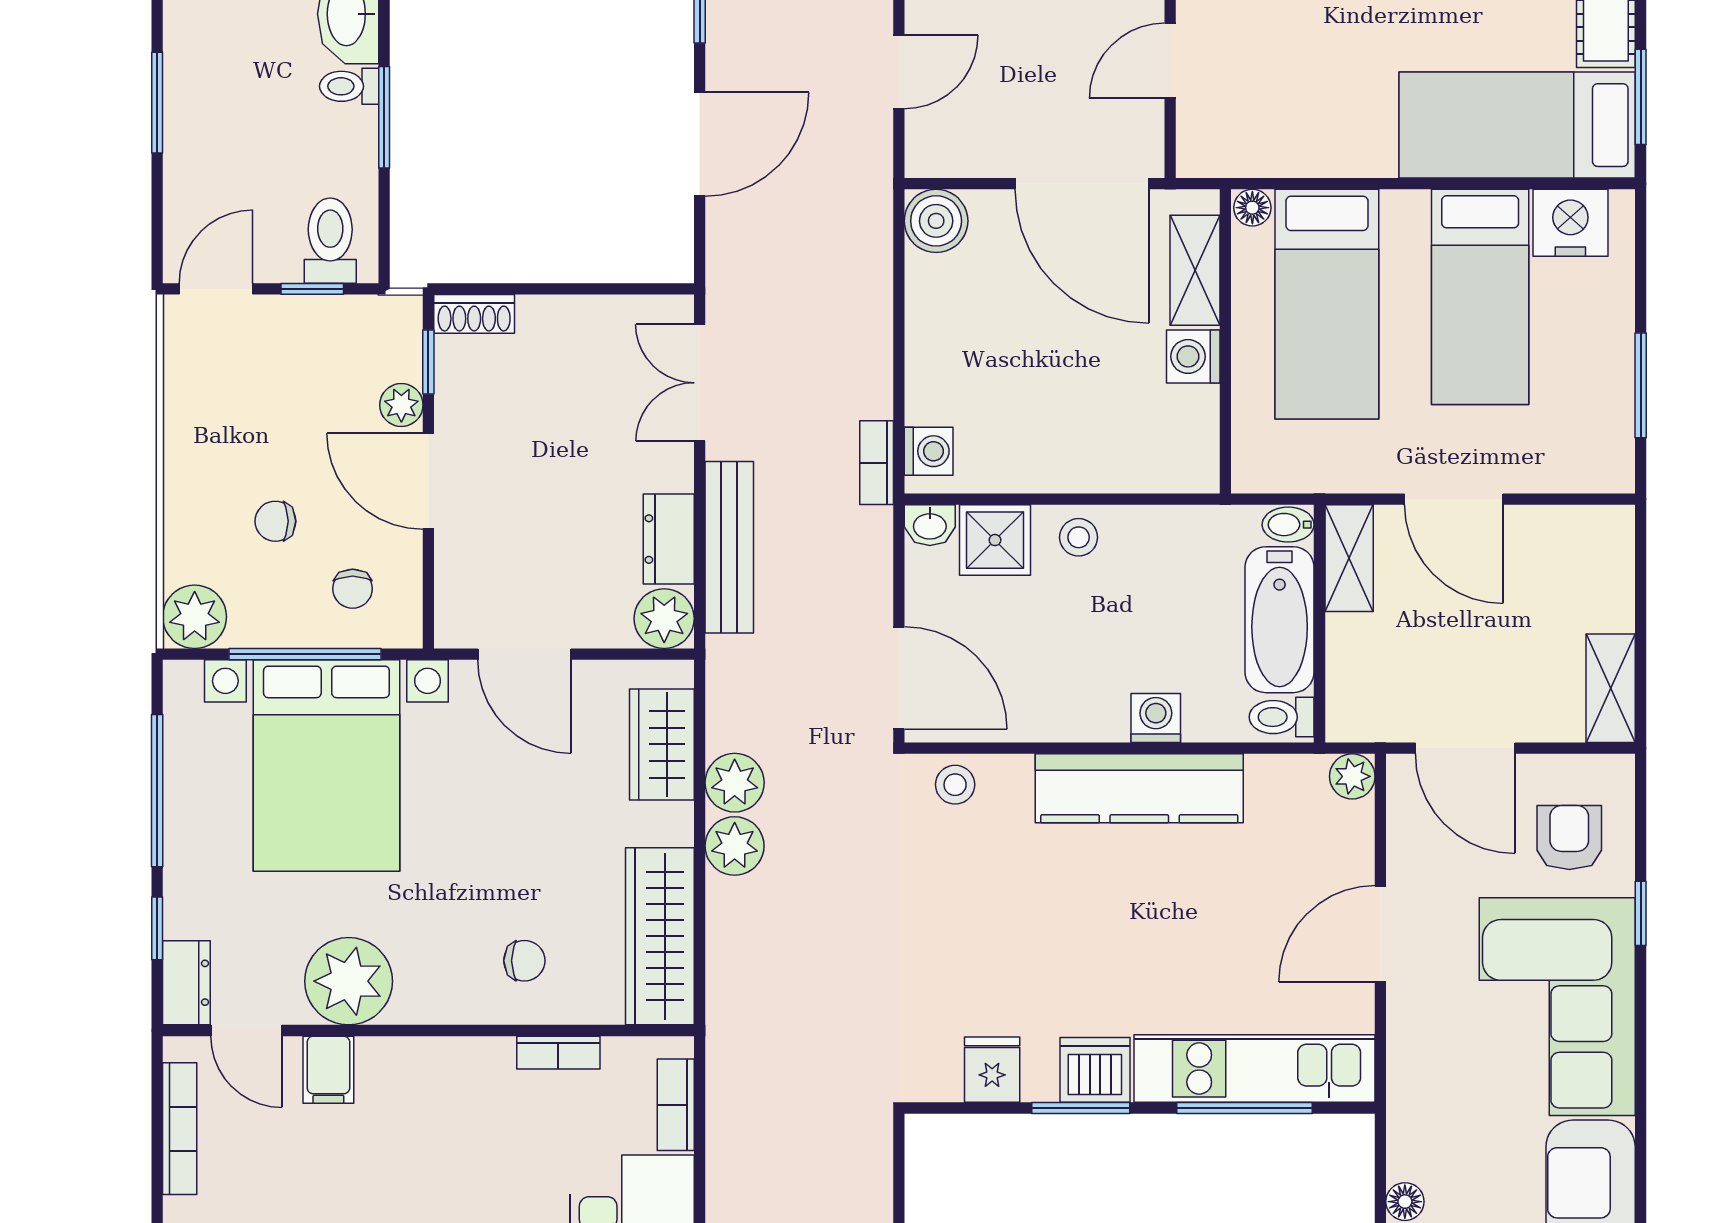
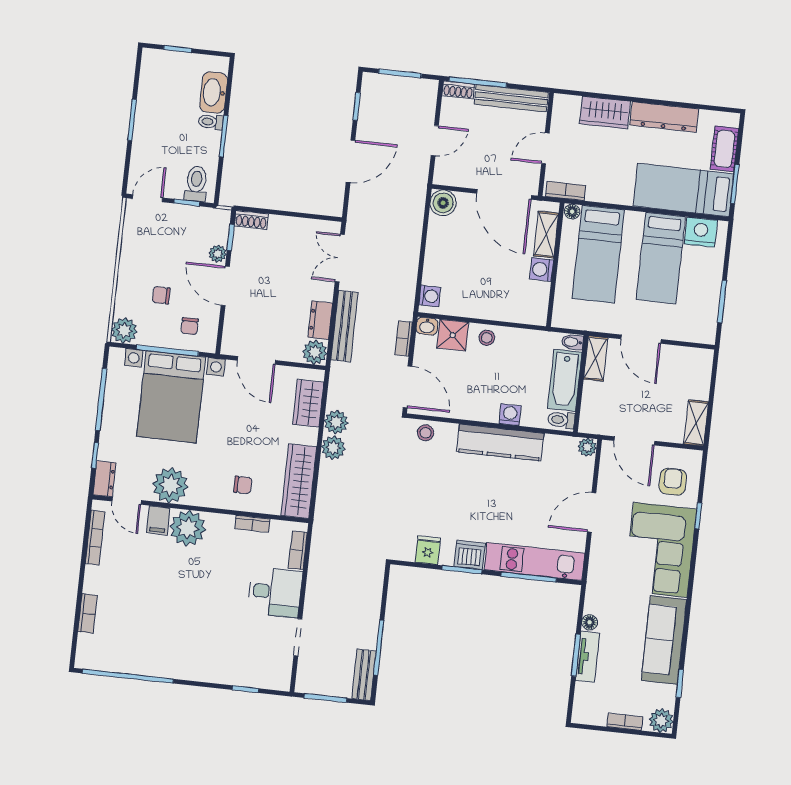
bookcase: (1231, 159) -> (566, 191), added
bookcase: (877, 463) -> (404, 338), moved
plant: (402, 1080) -> (188, 528), added

